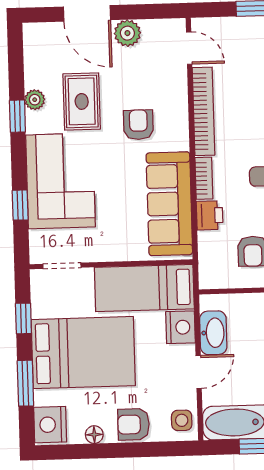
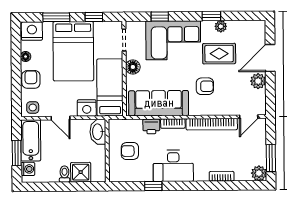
floor lamp: (108, 249) -> (133, 67), added
washbasin: (213, 333) -> (98, 132), moved, turned 90

